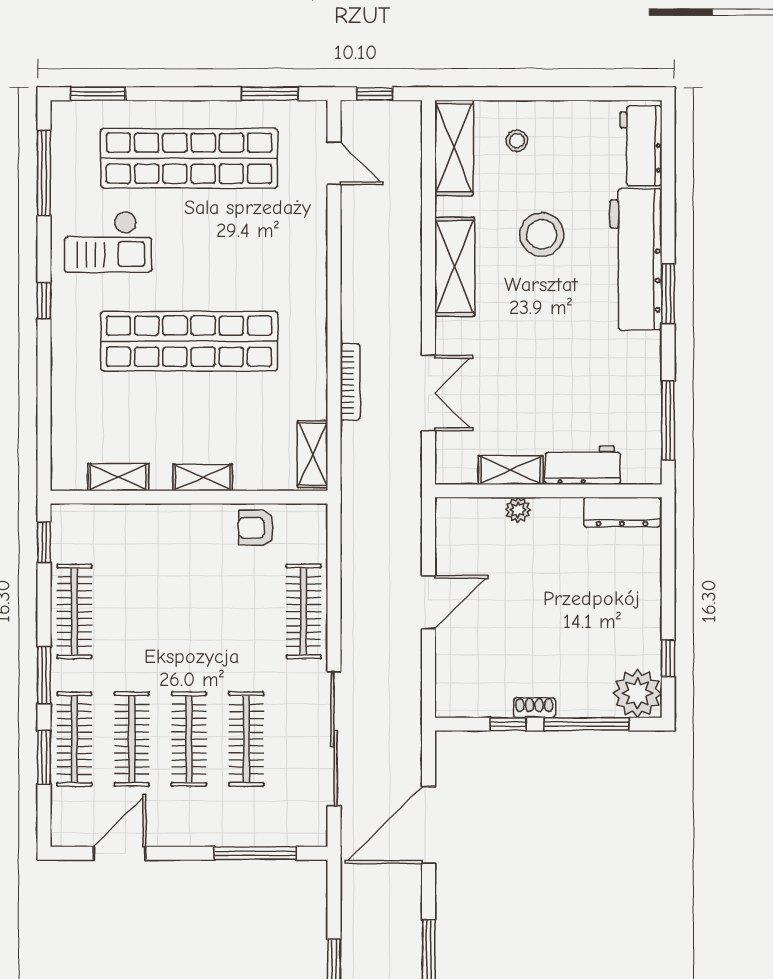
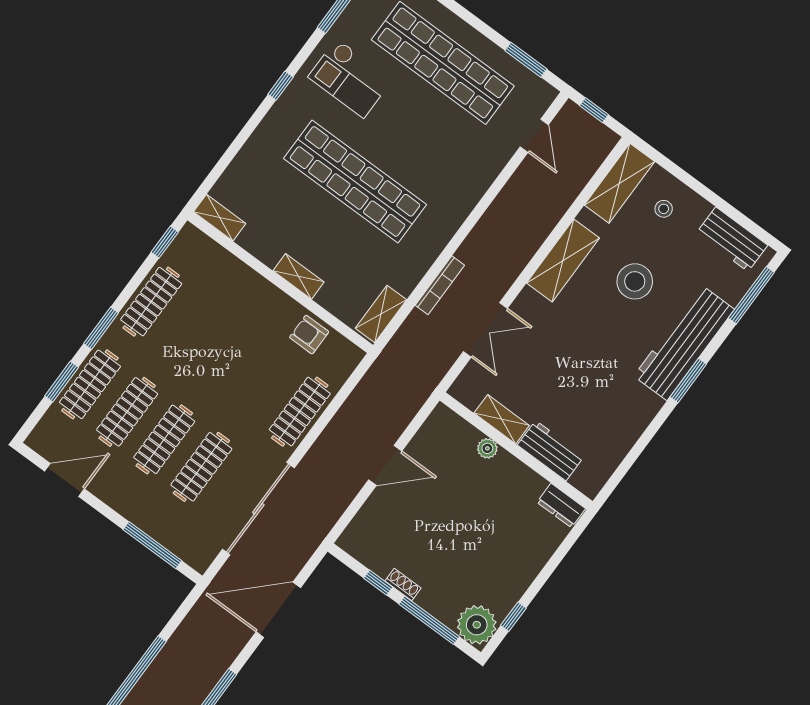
workbench: (641, 146) -> (732, 239), moved, turned -90
window: (668, 421) -> (751, 295), moved
shelving: (118, 477) -> (220, 218), moved
dresser: (622, 512) -> (561, 505), width x0.70

